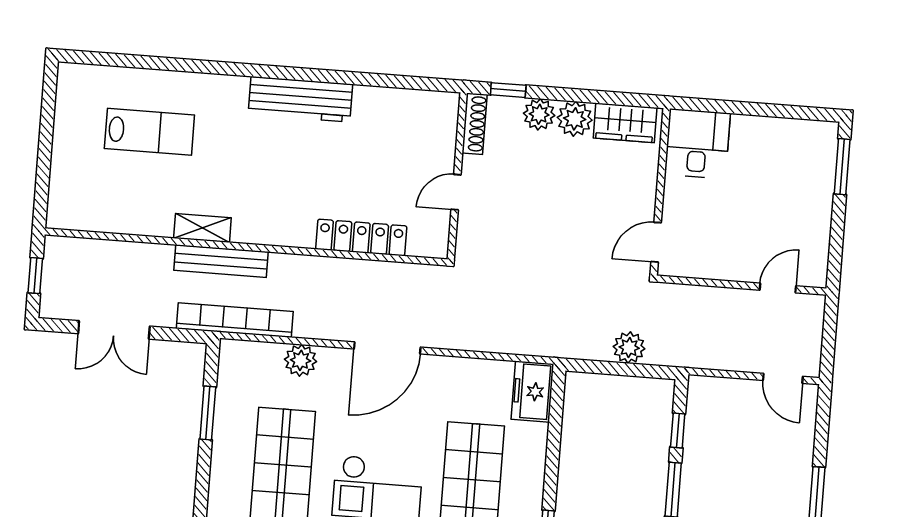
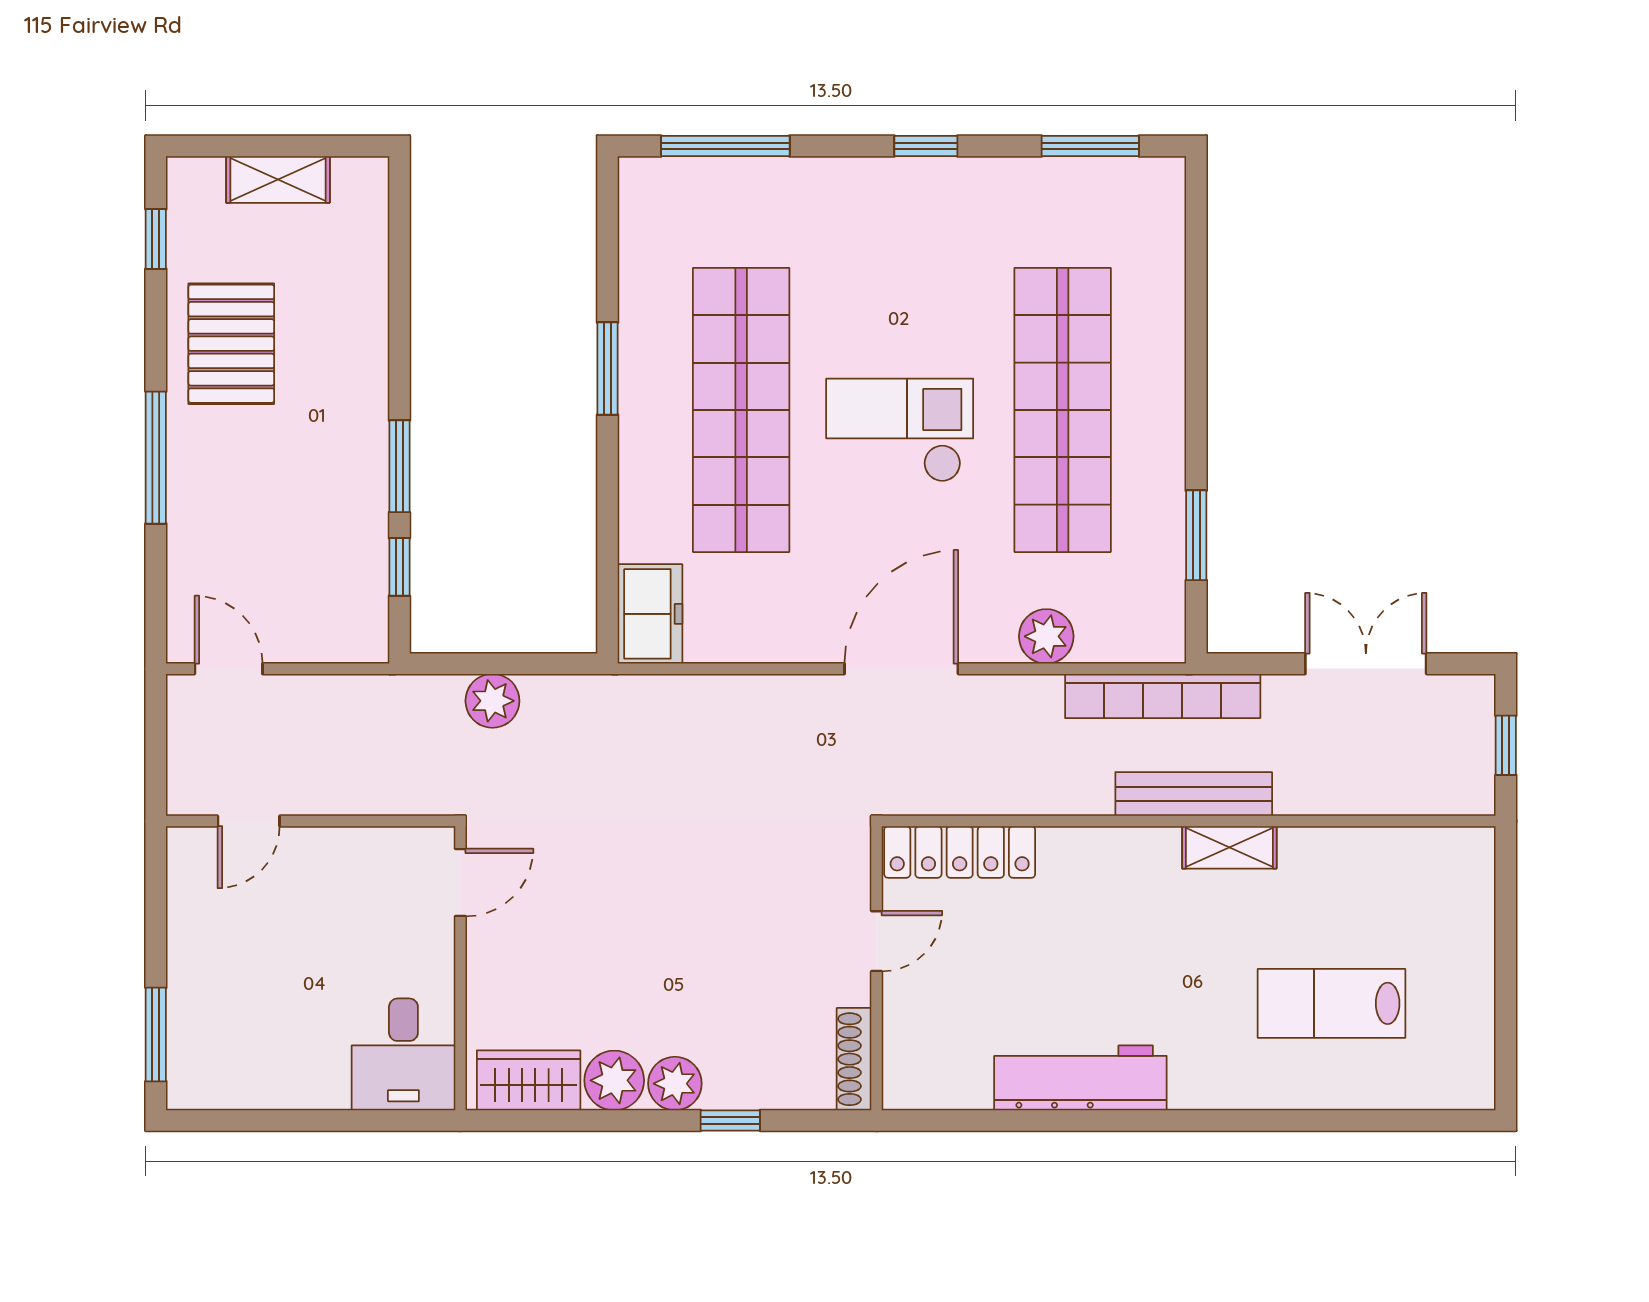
shoe rack: (474, 124) -> (854, 1059), moved
wall: (457, 176) -> (877, 968), moved
door: (456, 192) -> (877, 941), moved

